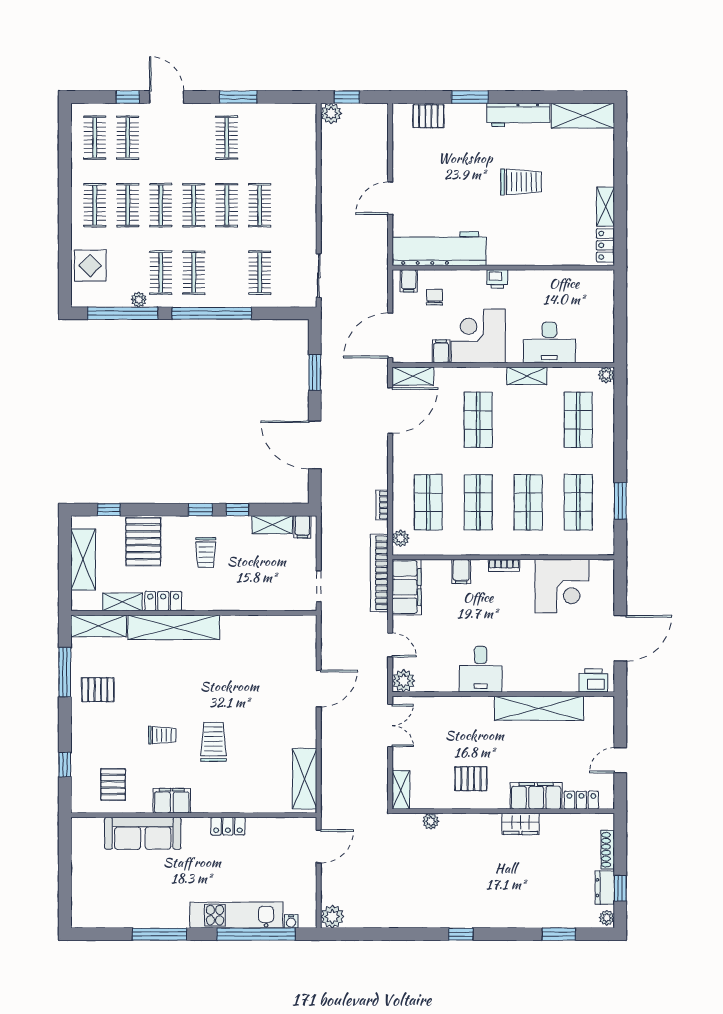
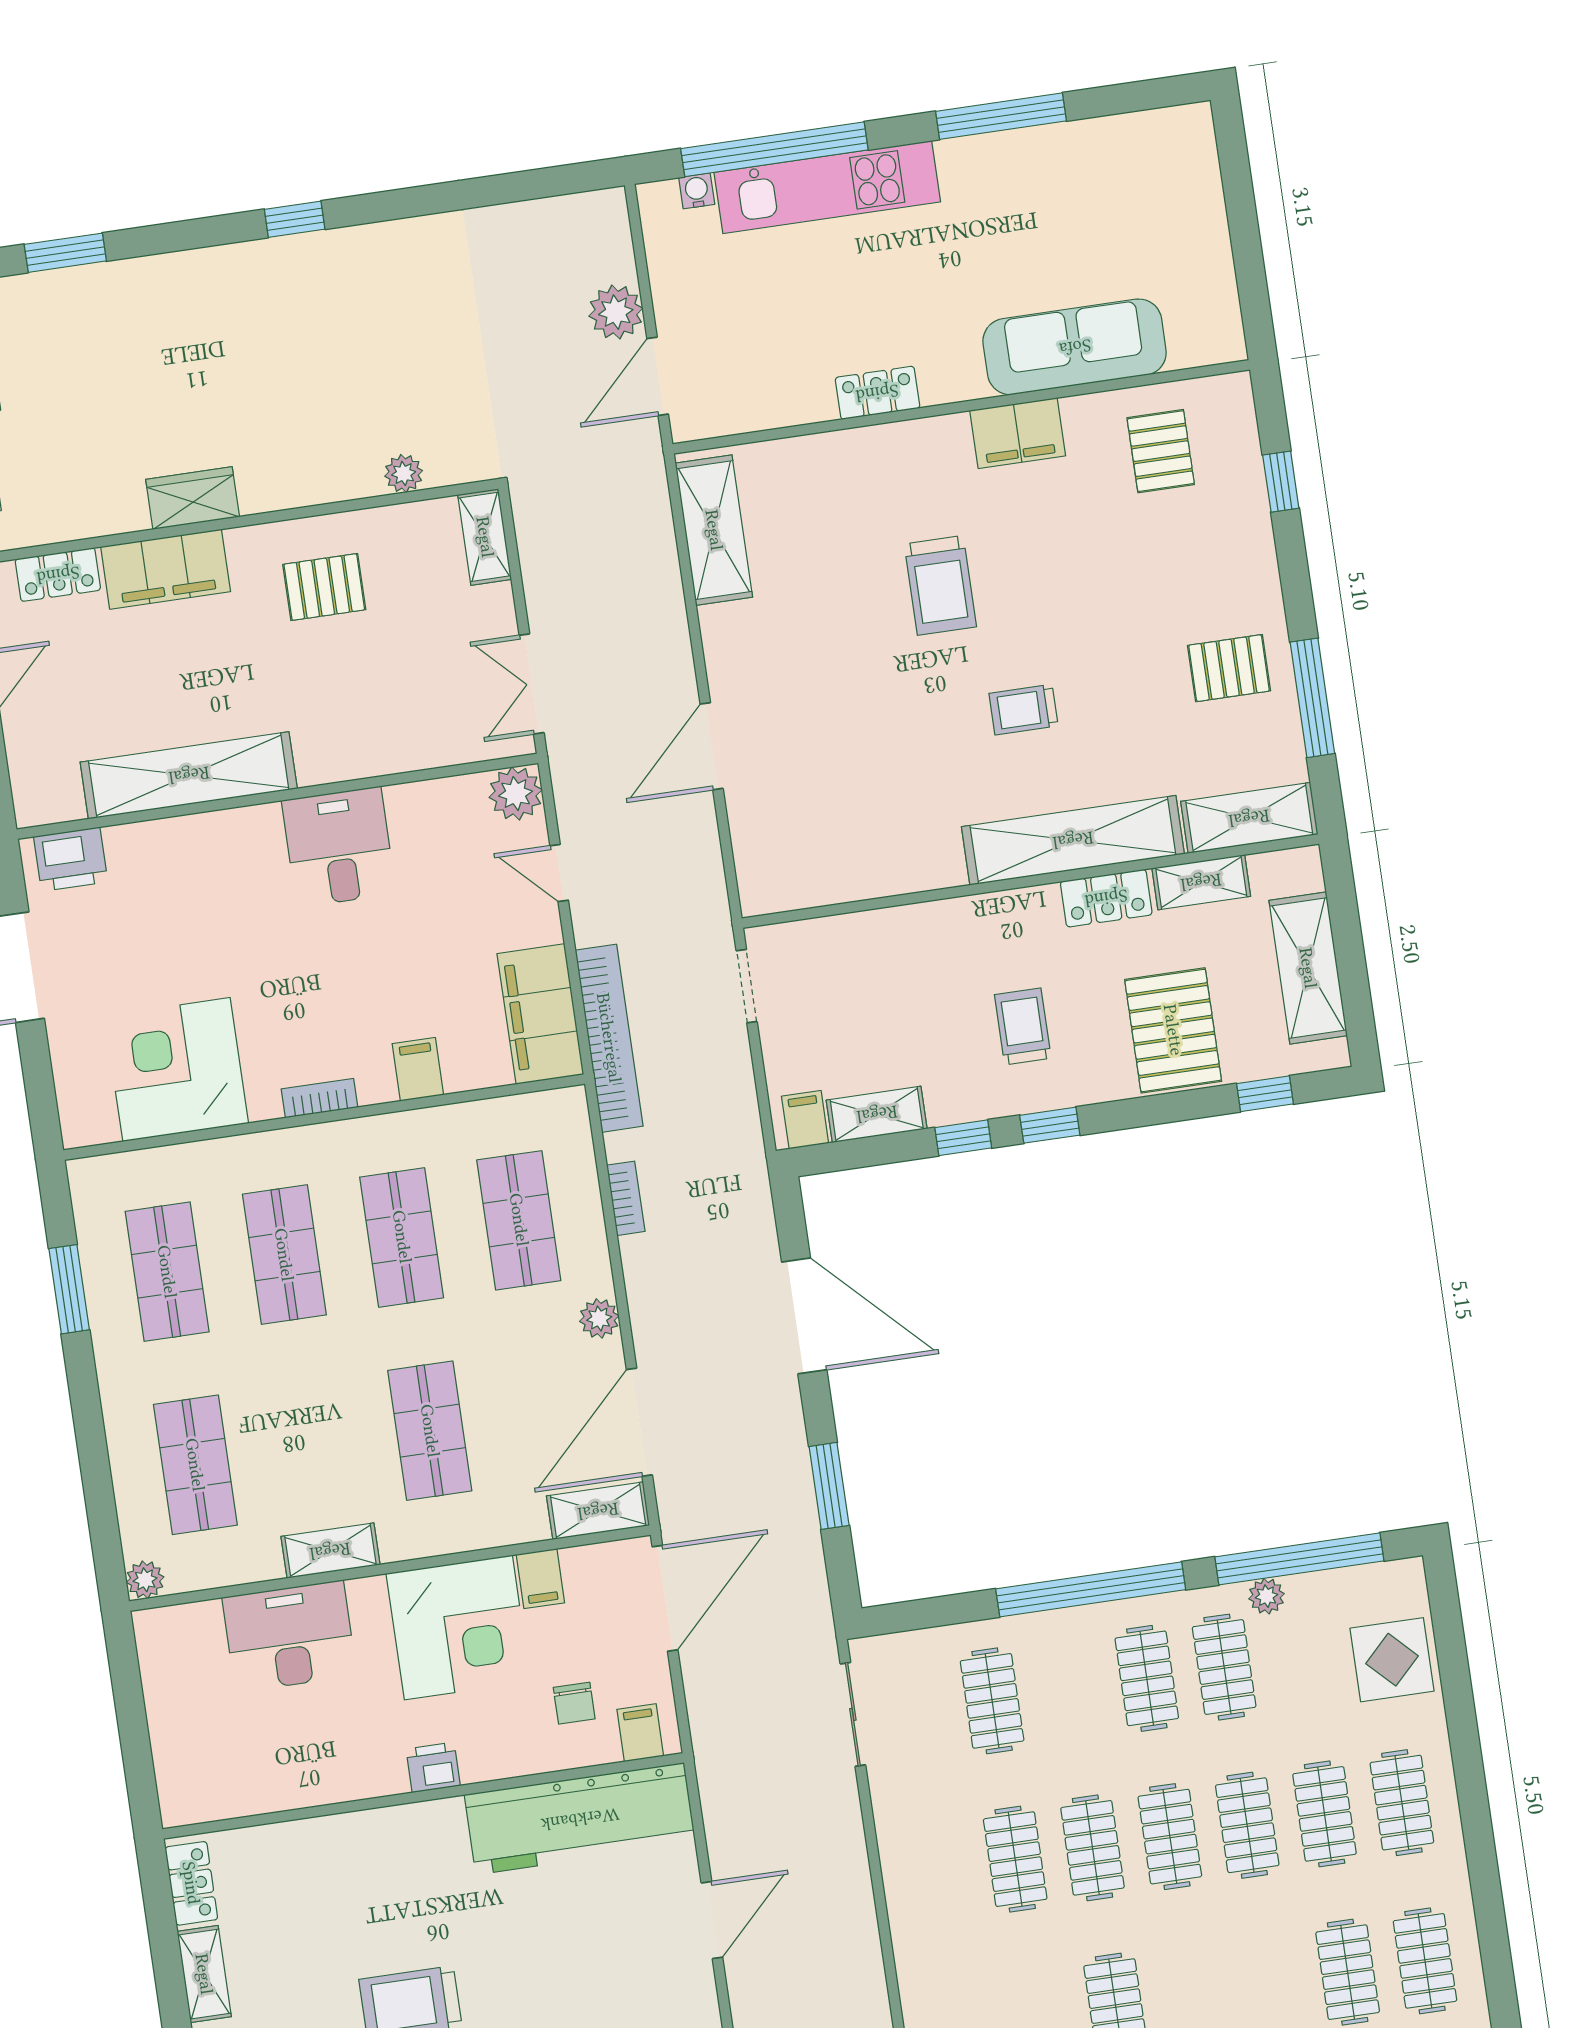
plant: (401, 538) -> (599, 1318), moved
trolley: (162, 735) -> (1023, 710), moved
plant: (332, 917) -> (616, 312), moved

